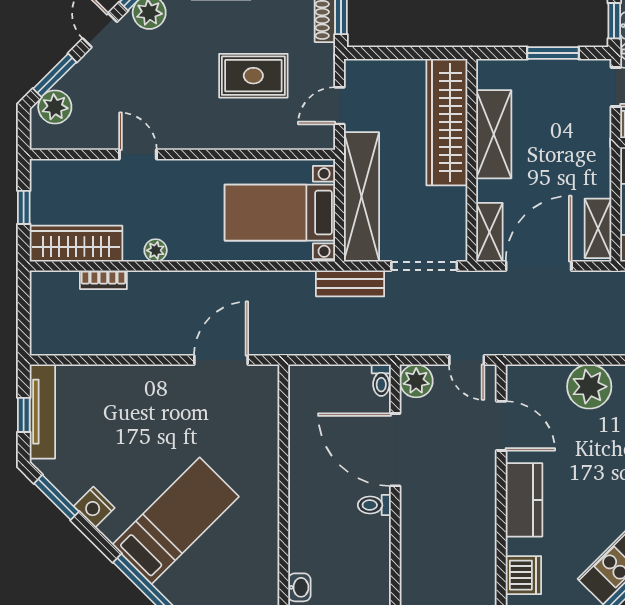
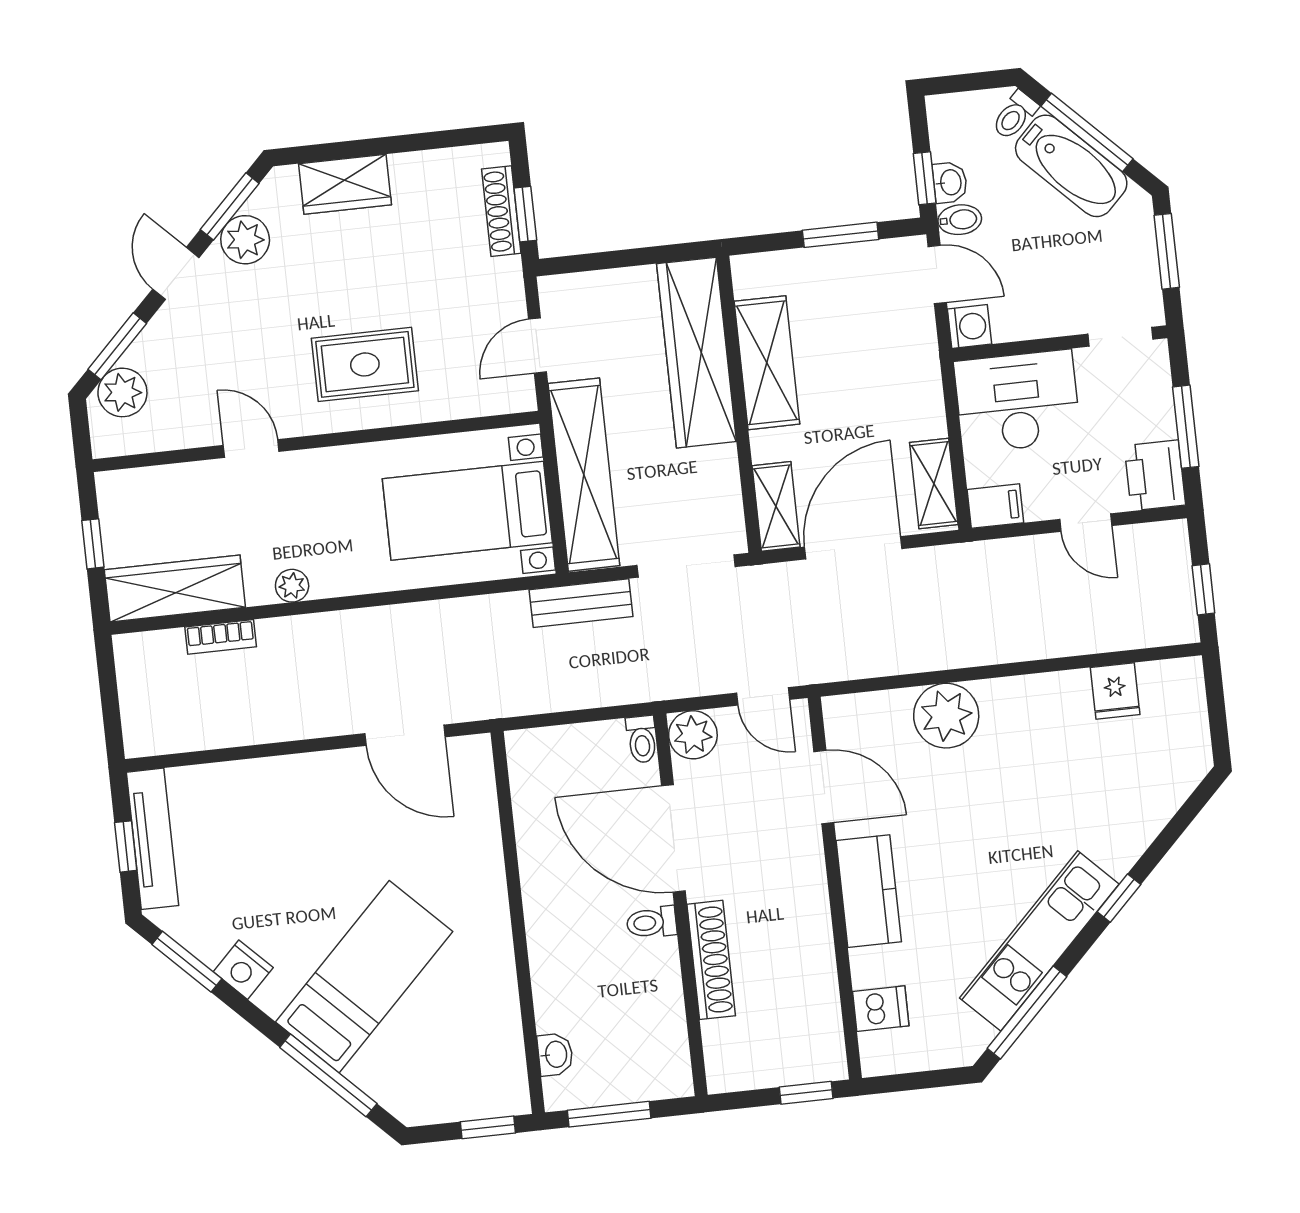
rug: (253, 76) -> (365, 364), moved
door: (221, 360) -> (405, 735), swing flipped
shoe rack: (412, 535) -> (711, 960), added
dishwasher: (523, 575) -> (881, 1009), width x0.73

